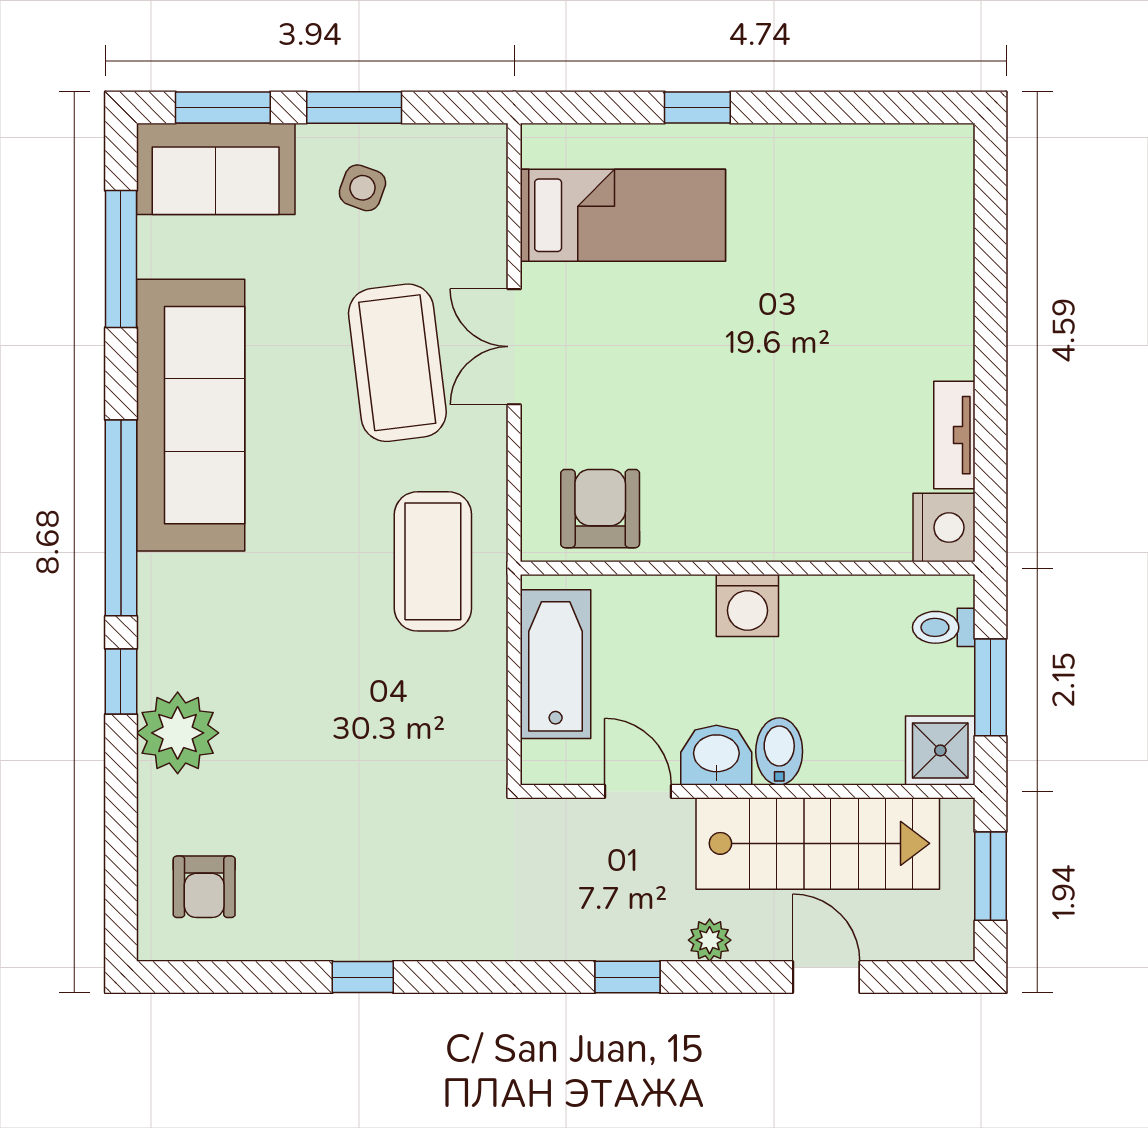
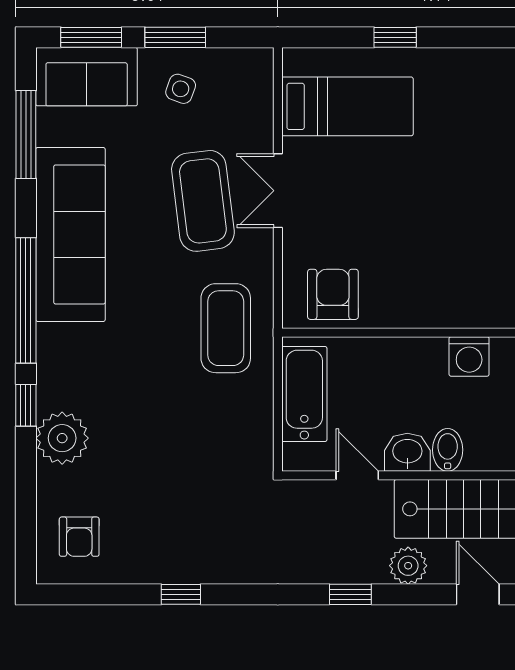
washing machine: (747, 605) -> (469, 356), moved
plant: (710, 940) -> (408, 566), width x1.38, depth x1.38

